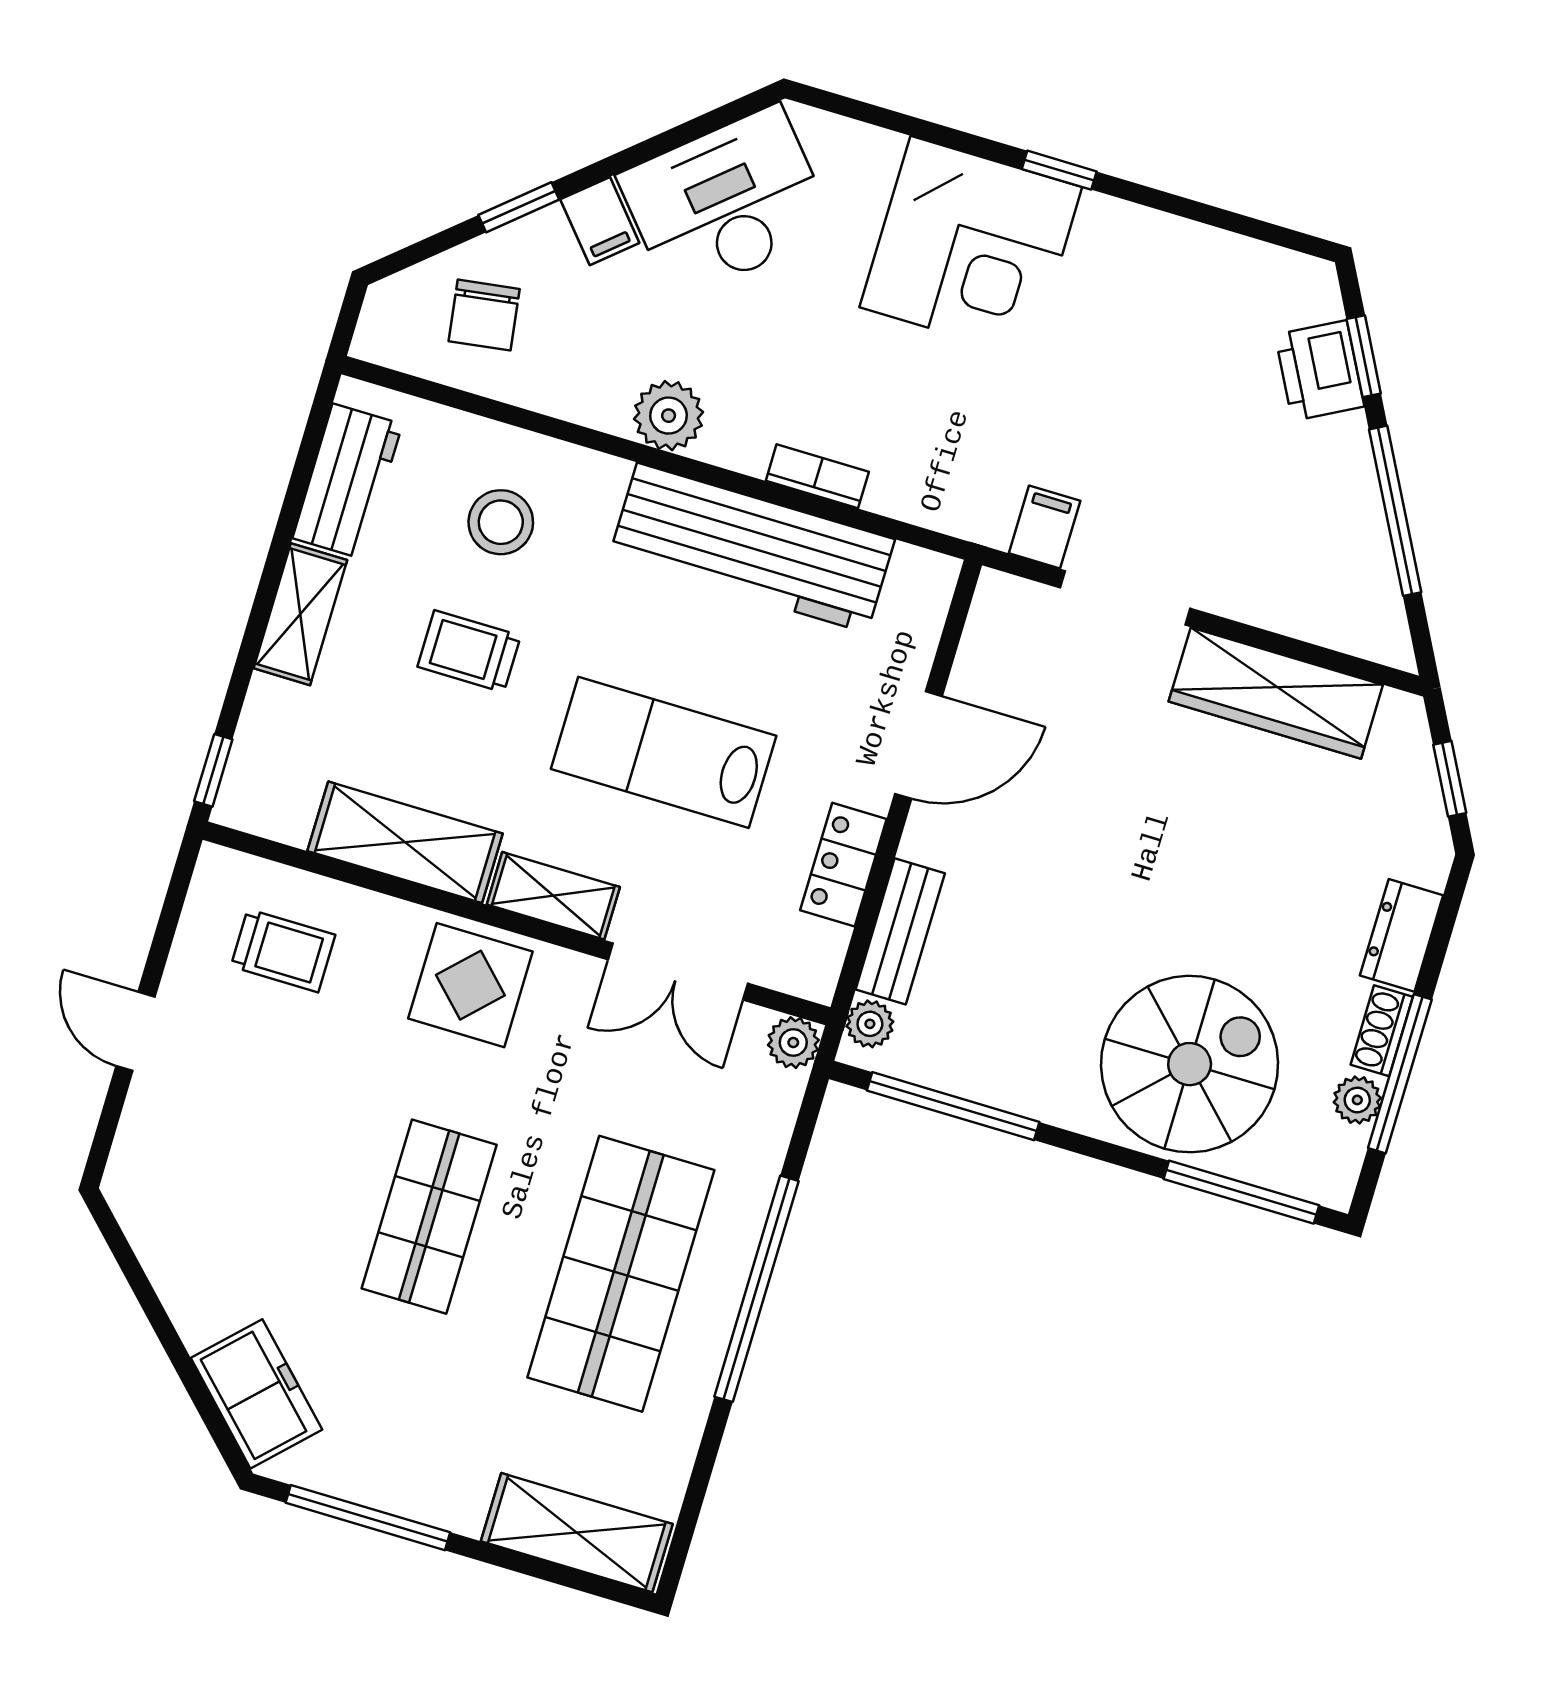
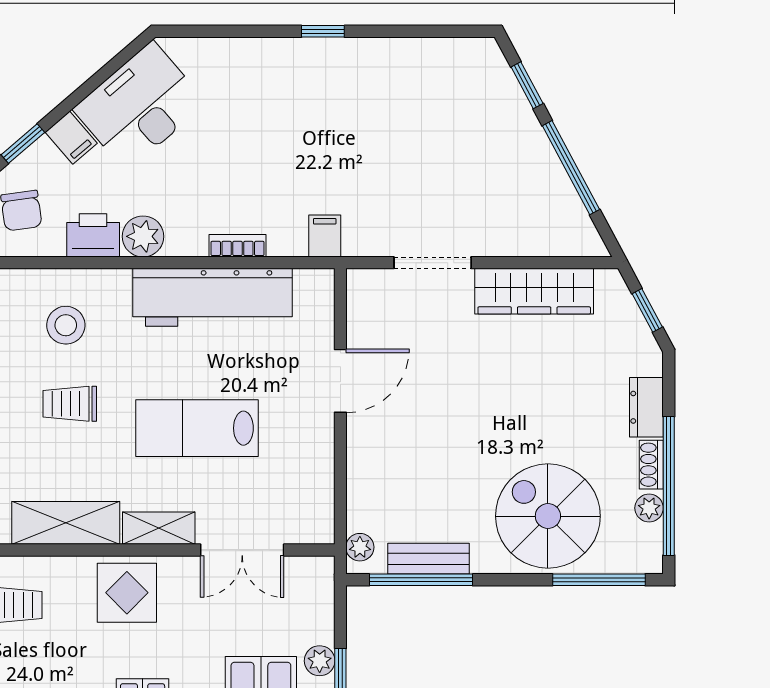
corner desk: (971, 247) -> (286, 90), removed
printer: (1320, 371) -> (93, 235), moved, turned 118
filing cabinet: (1045, 527) -> (325, 236), moved
locker: (843, 865) -> (318, 461), removed
bench: (900, 931) -> (428, 559), moved, turned 90
plant: (793, 1043) -> (320, 661), moved
spiral stairs: (1190, 1064) -> (548, 516), turned -90
window: (1400, 1074) -> (669, 486), width x1.46

